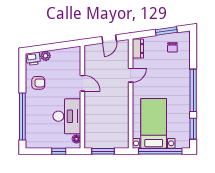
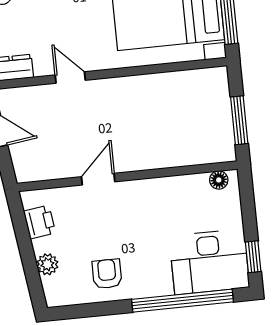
printer: (33, 59) -> (40, 222), moved
desk: (67, 116) -> (209, 262), moved, turned 180
window: (59, 151) -> (253, 257), moved

